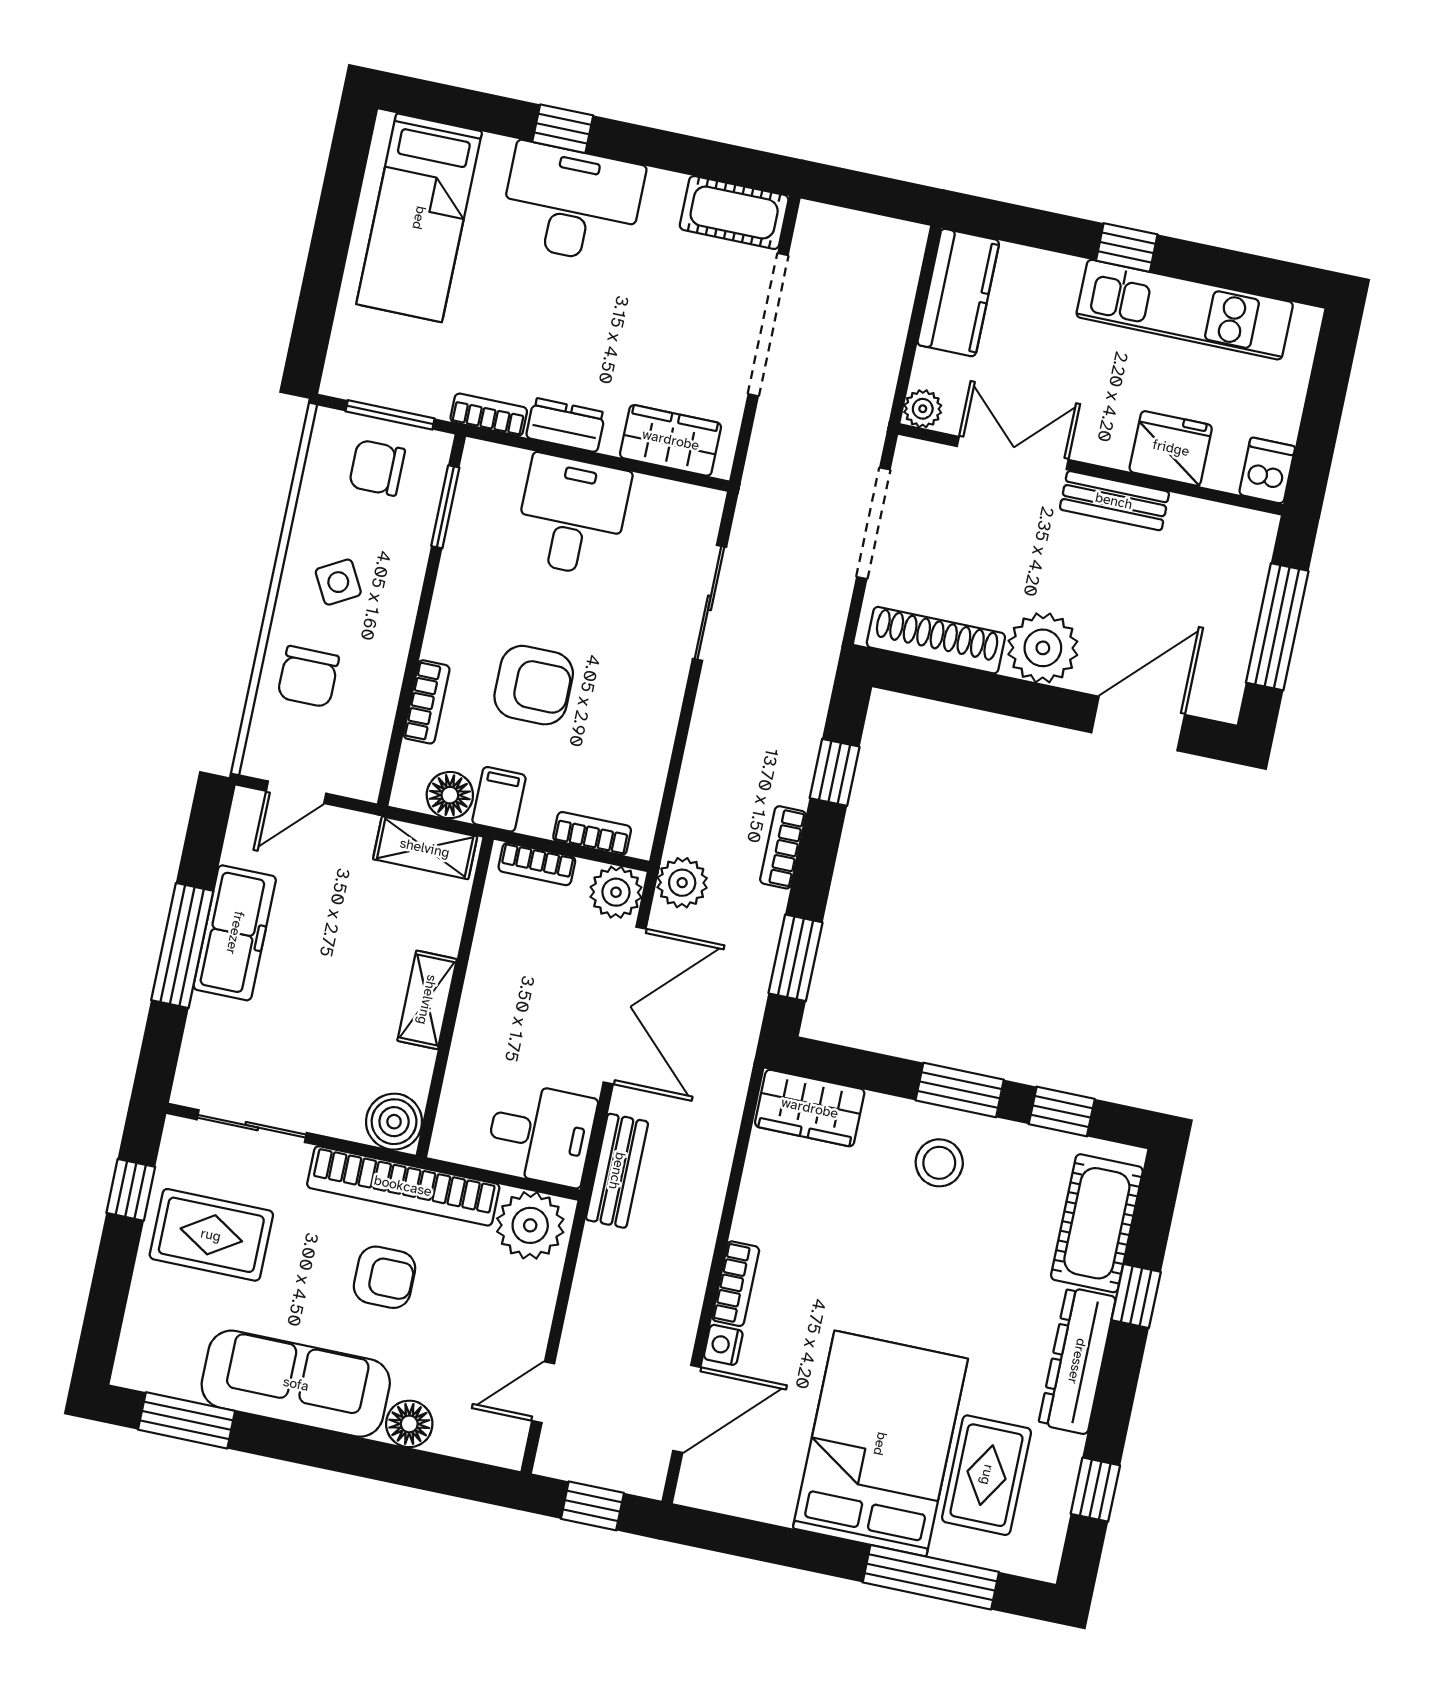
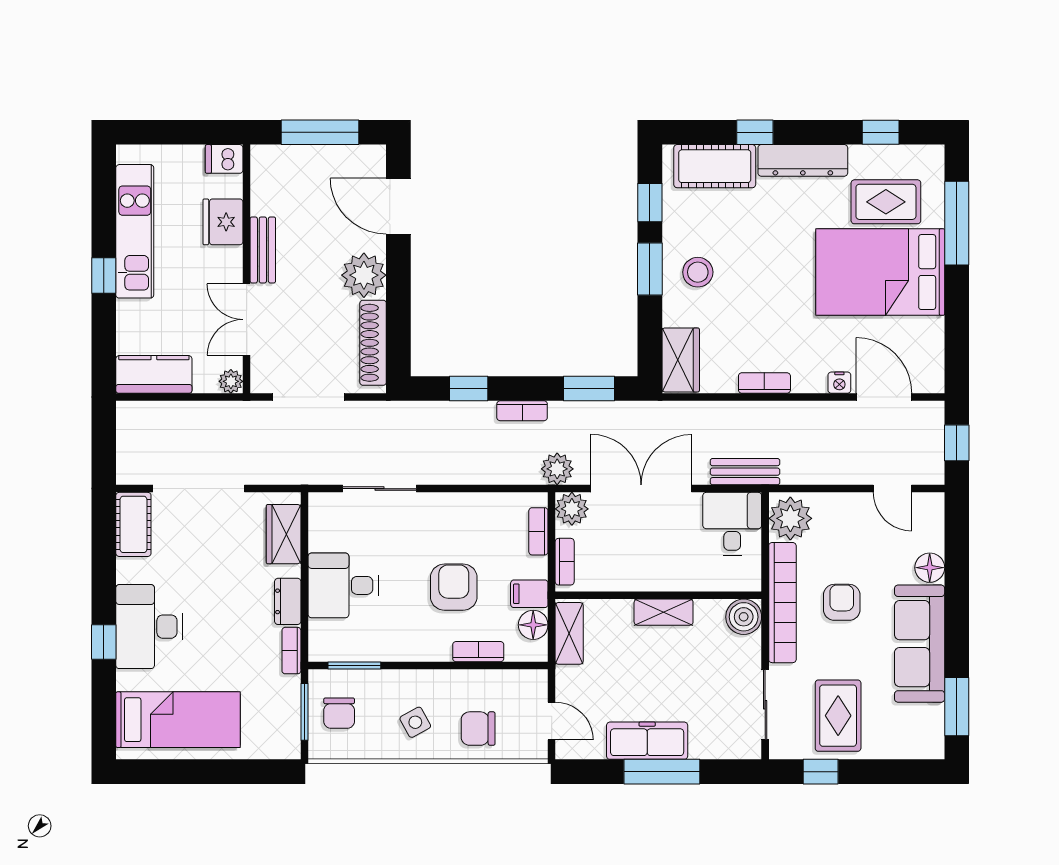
chair: (308, 677) -> (478, 729), turned 180
bookcase: (736, 1284) -> (764, 383), moved

